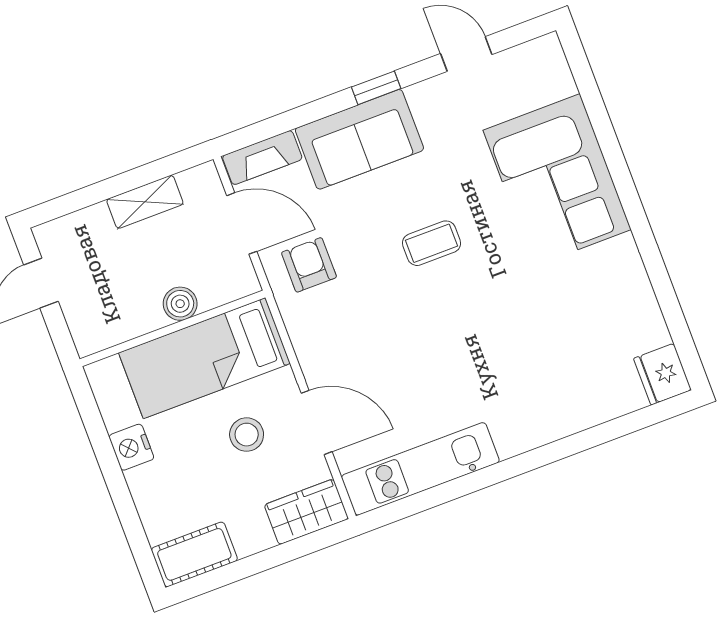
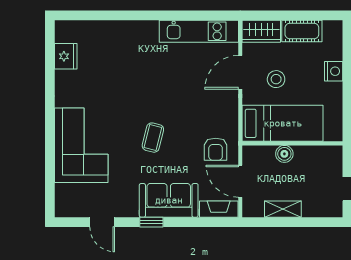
coffee table: (432, 243) -> (153, 138), turned -76
fridge: (662, 374) -> (66, 56), moved
door: (317, 422) -> (240, 72), hinge flipped
nightstand: (131, 447) -> (334, 71), moved
cot: (194, 554) -> (302, 31), moved

